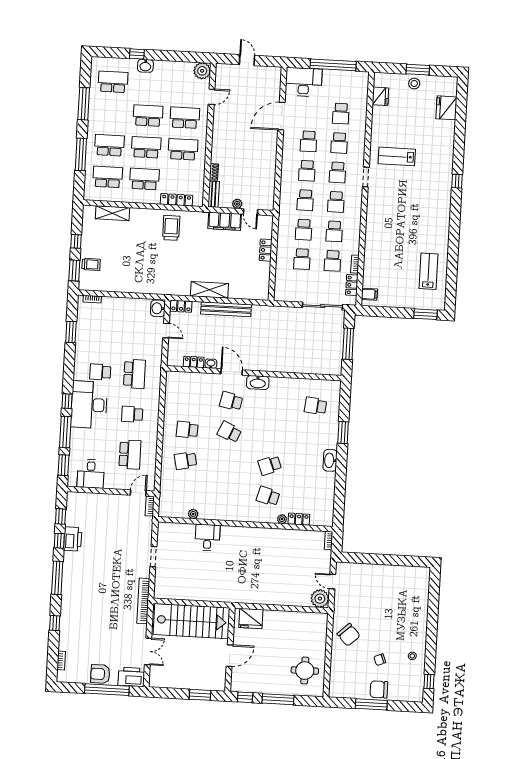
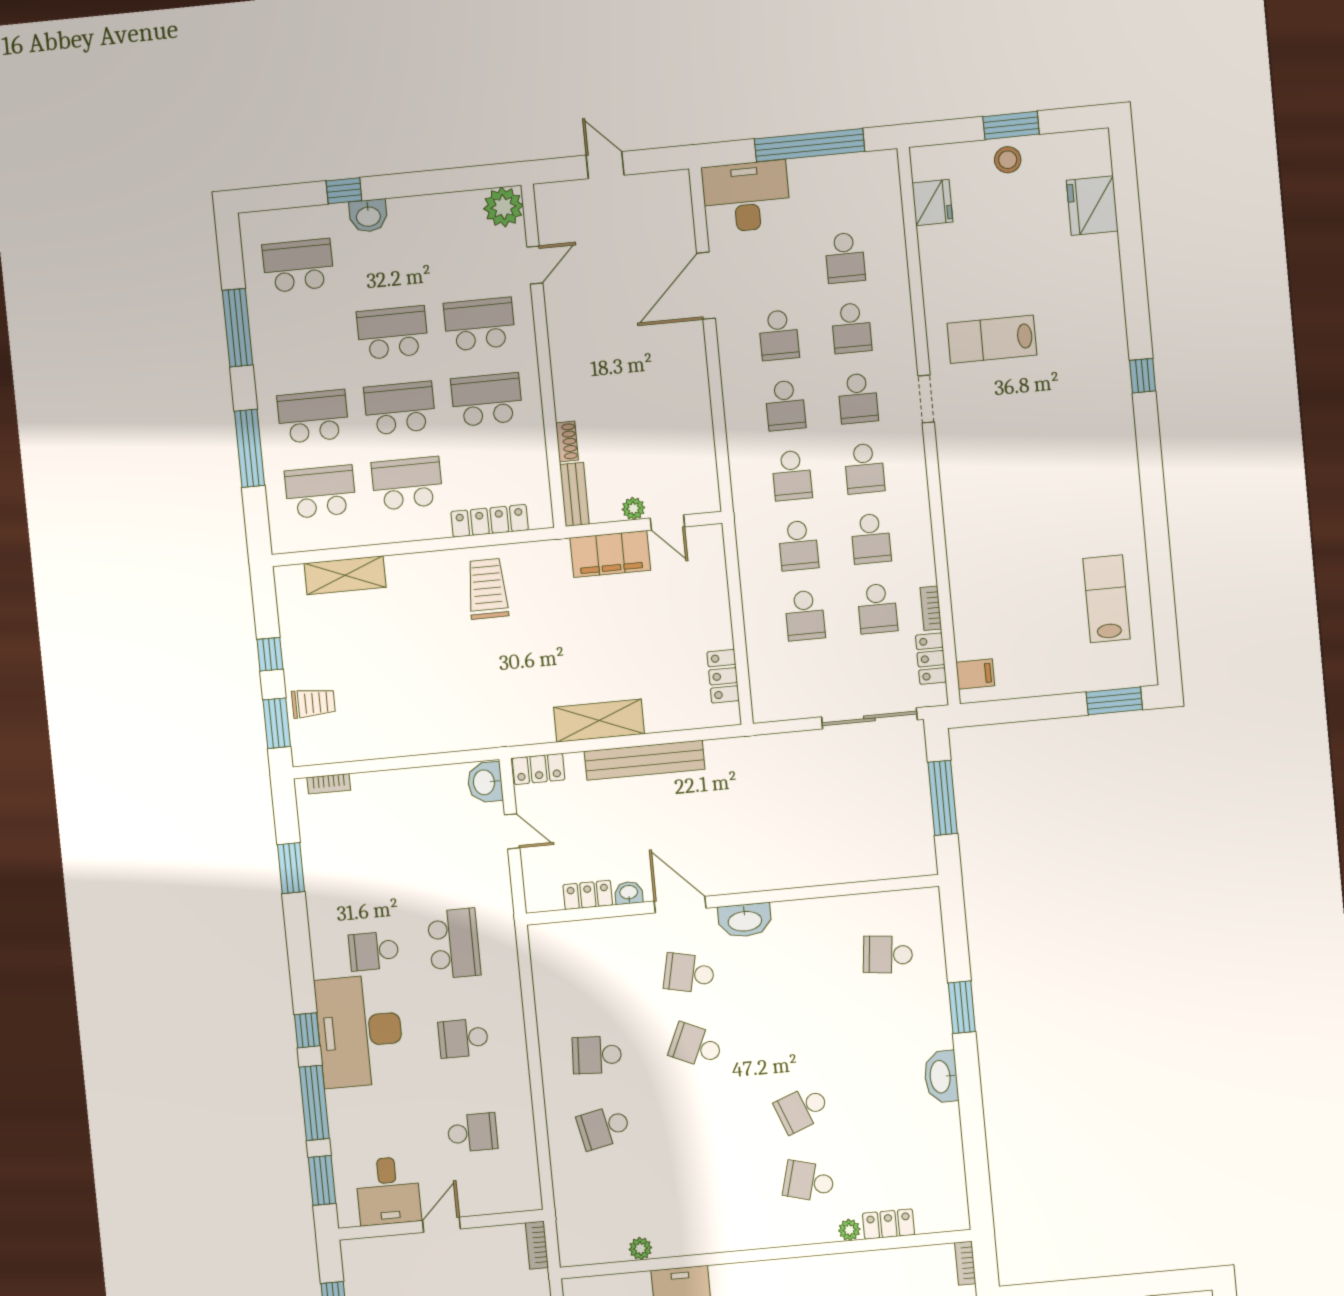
locker: (266, 250) -> (723, 676), moved
school desk: (130, 455) -> (472, 1133), width x0.54
door: (138, 493) -> (441, 1225), moved

